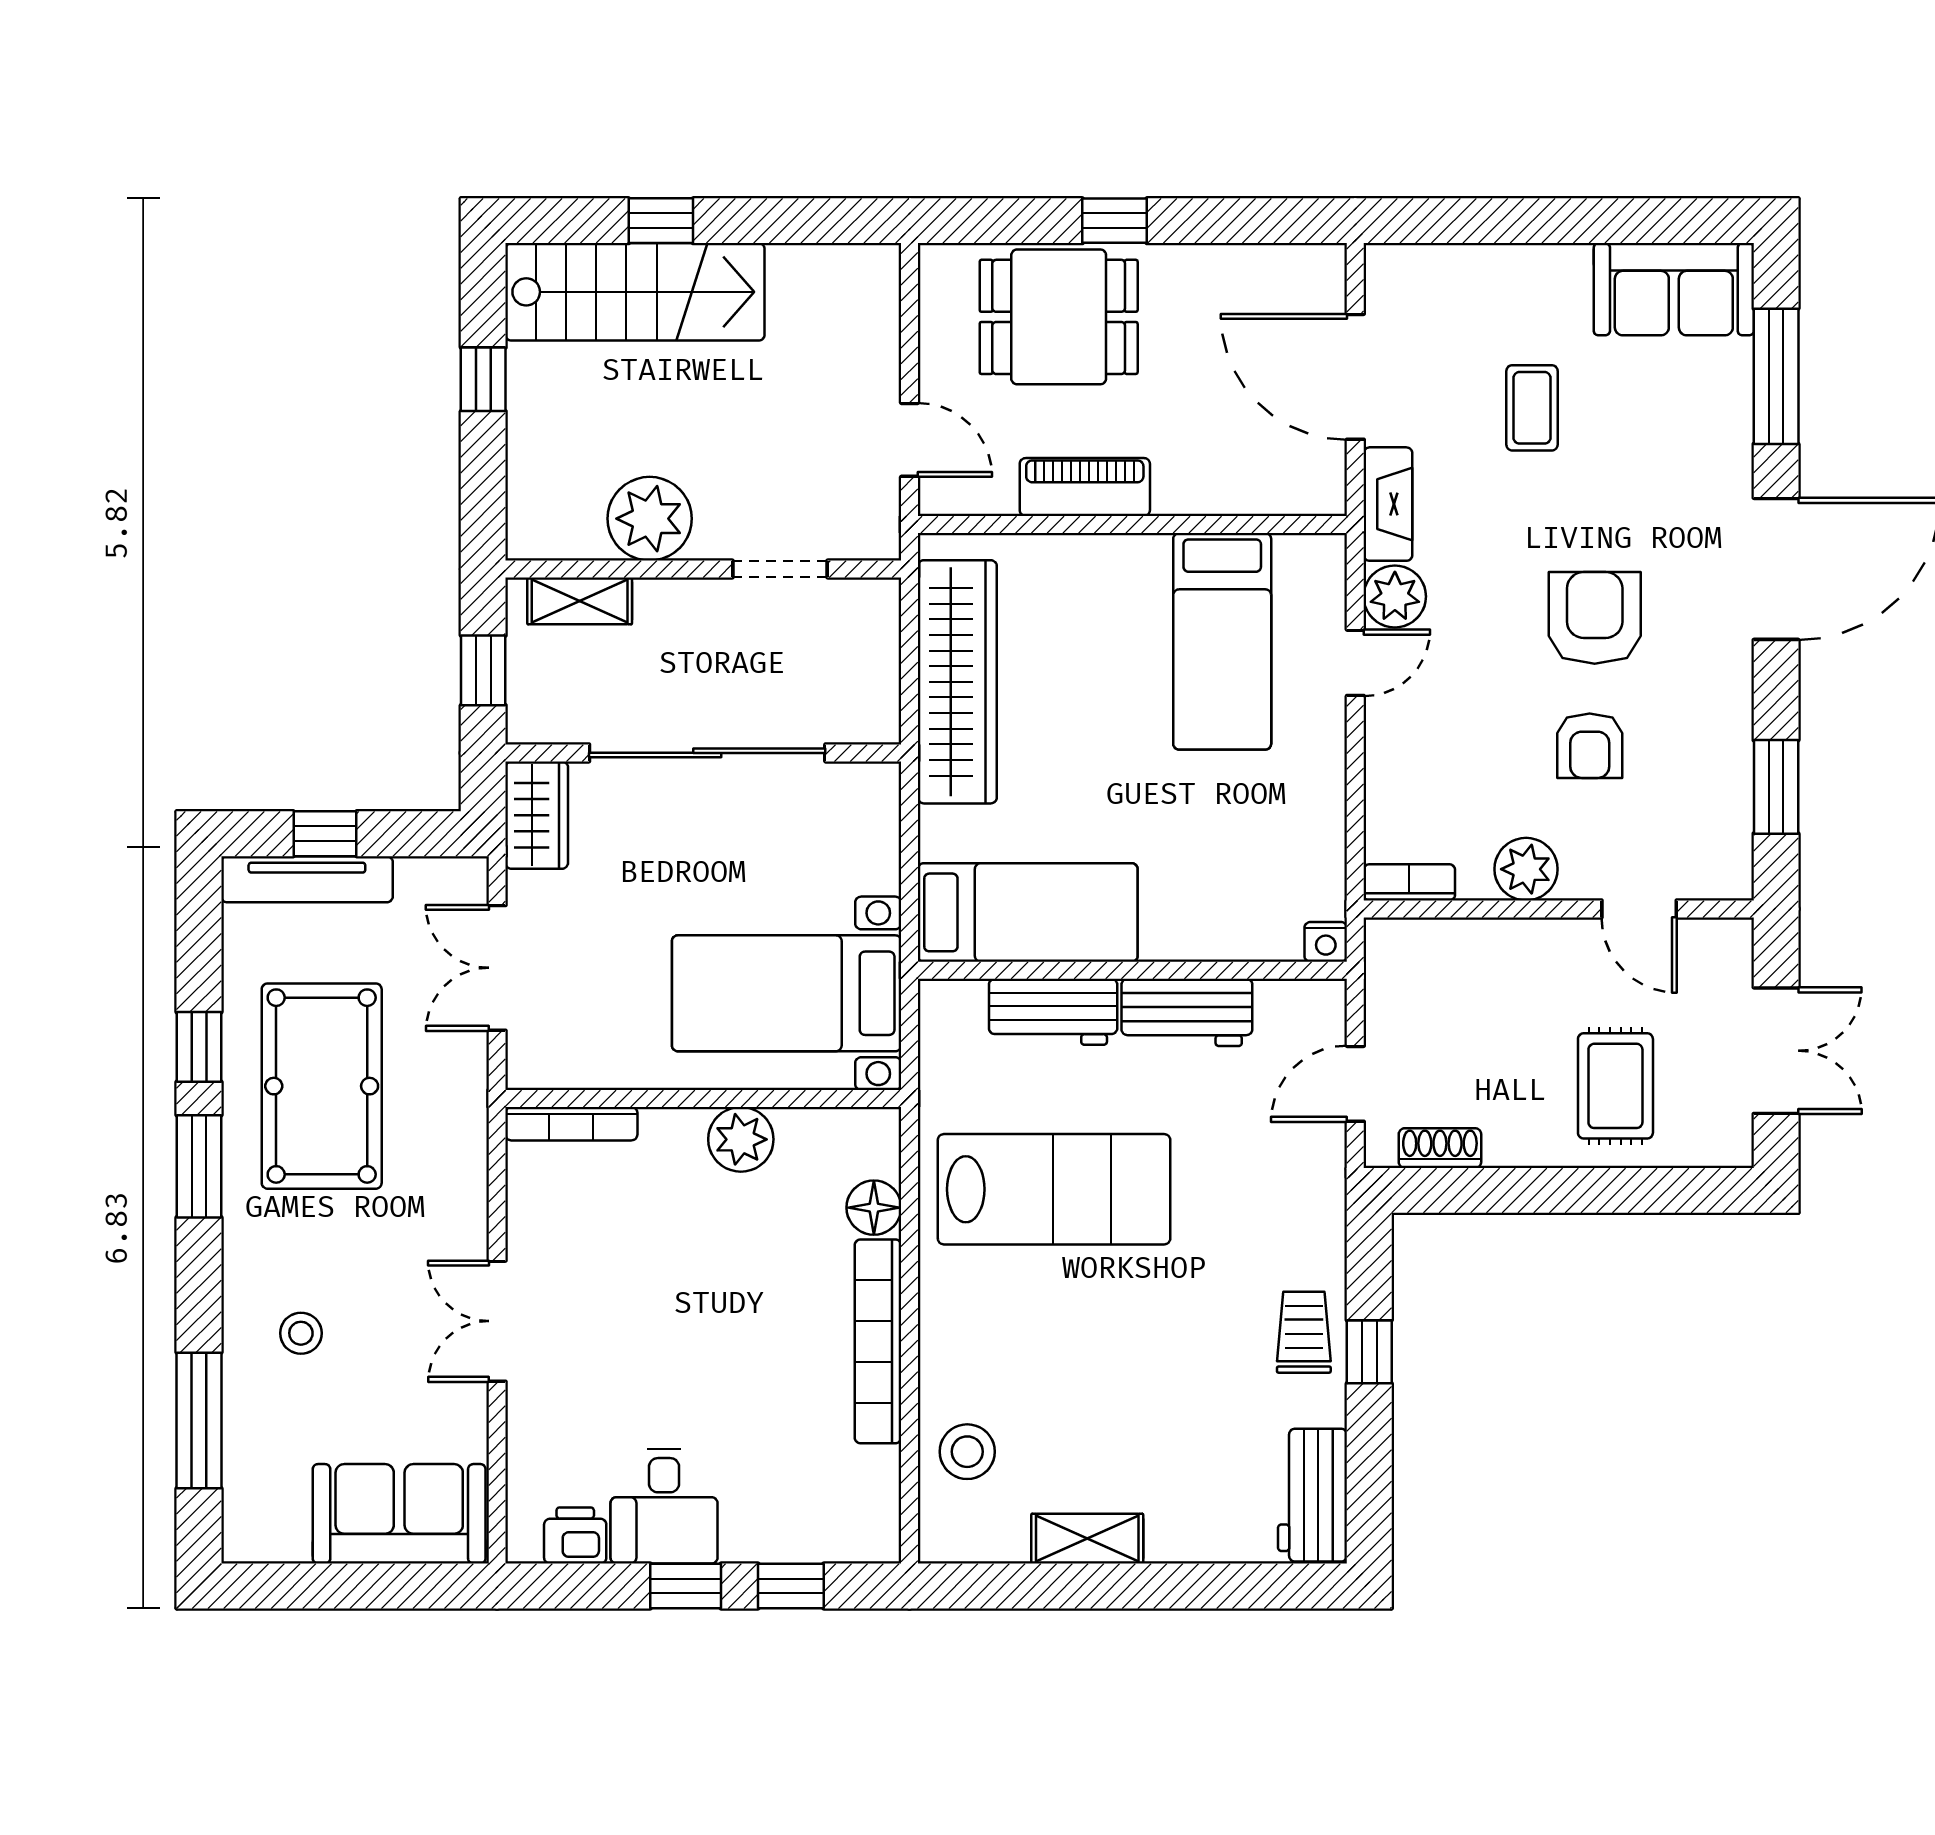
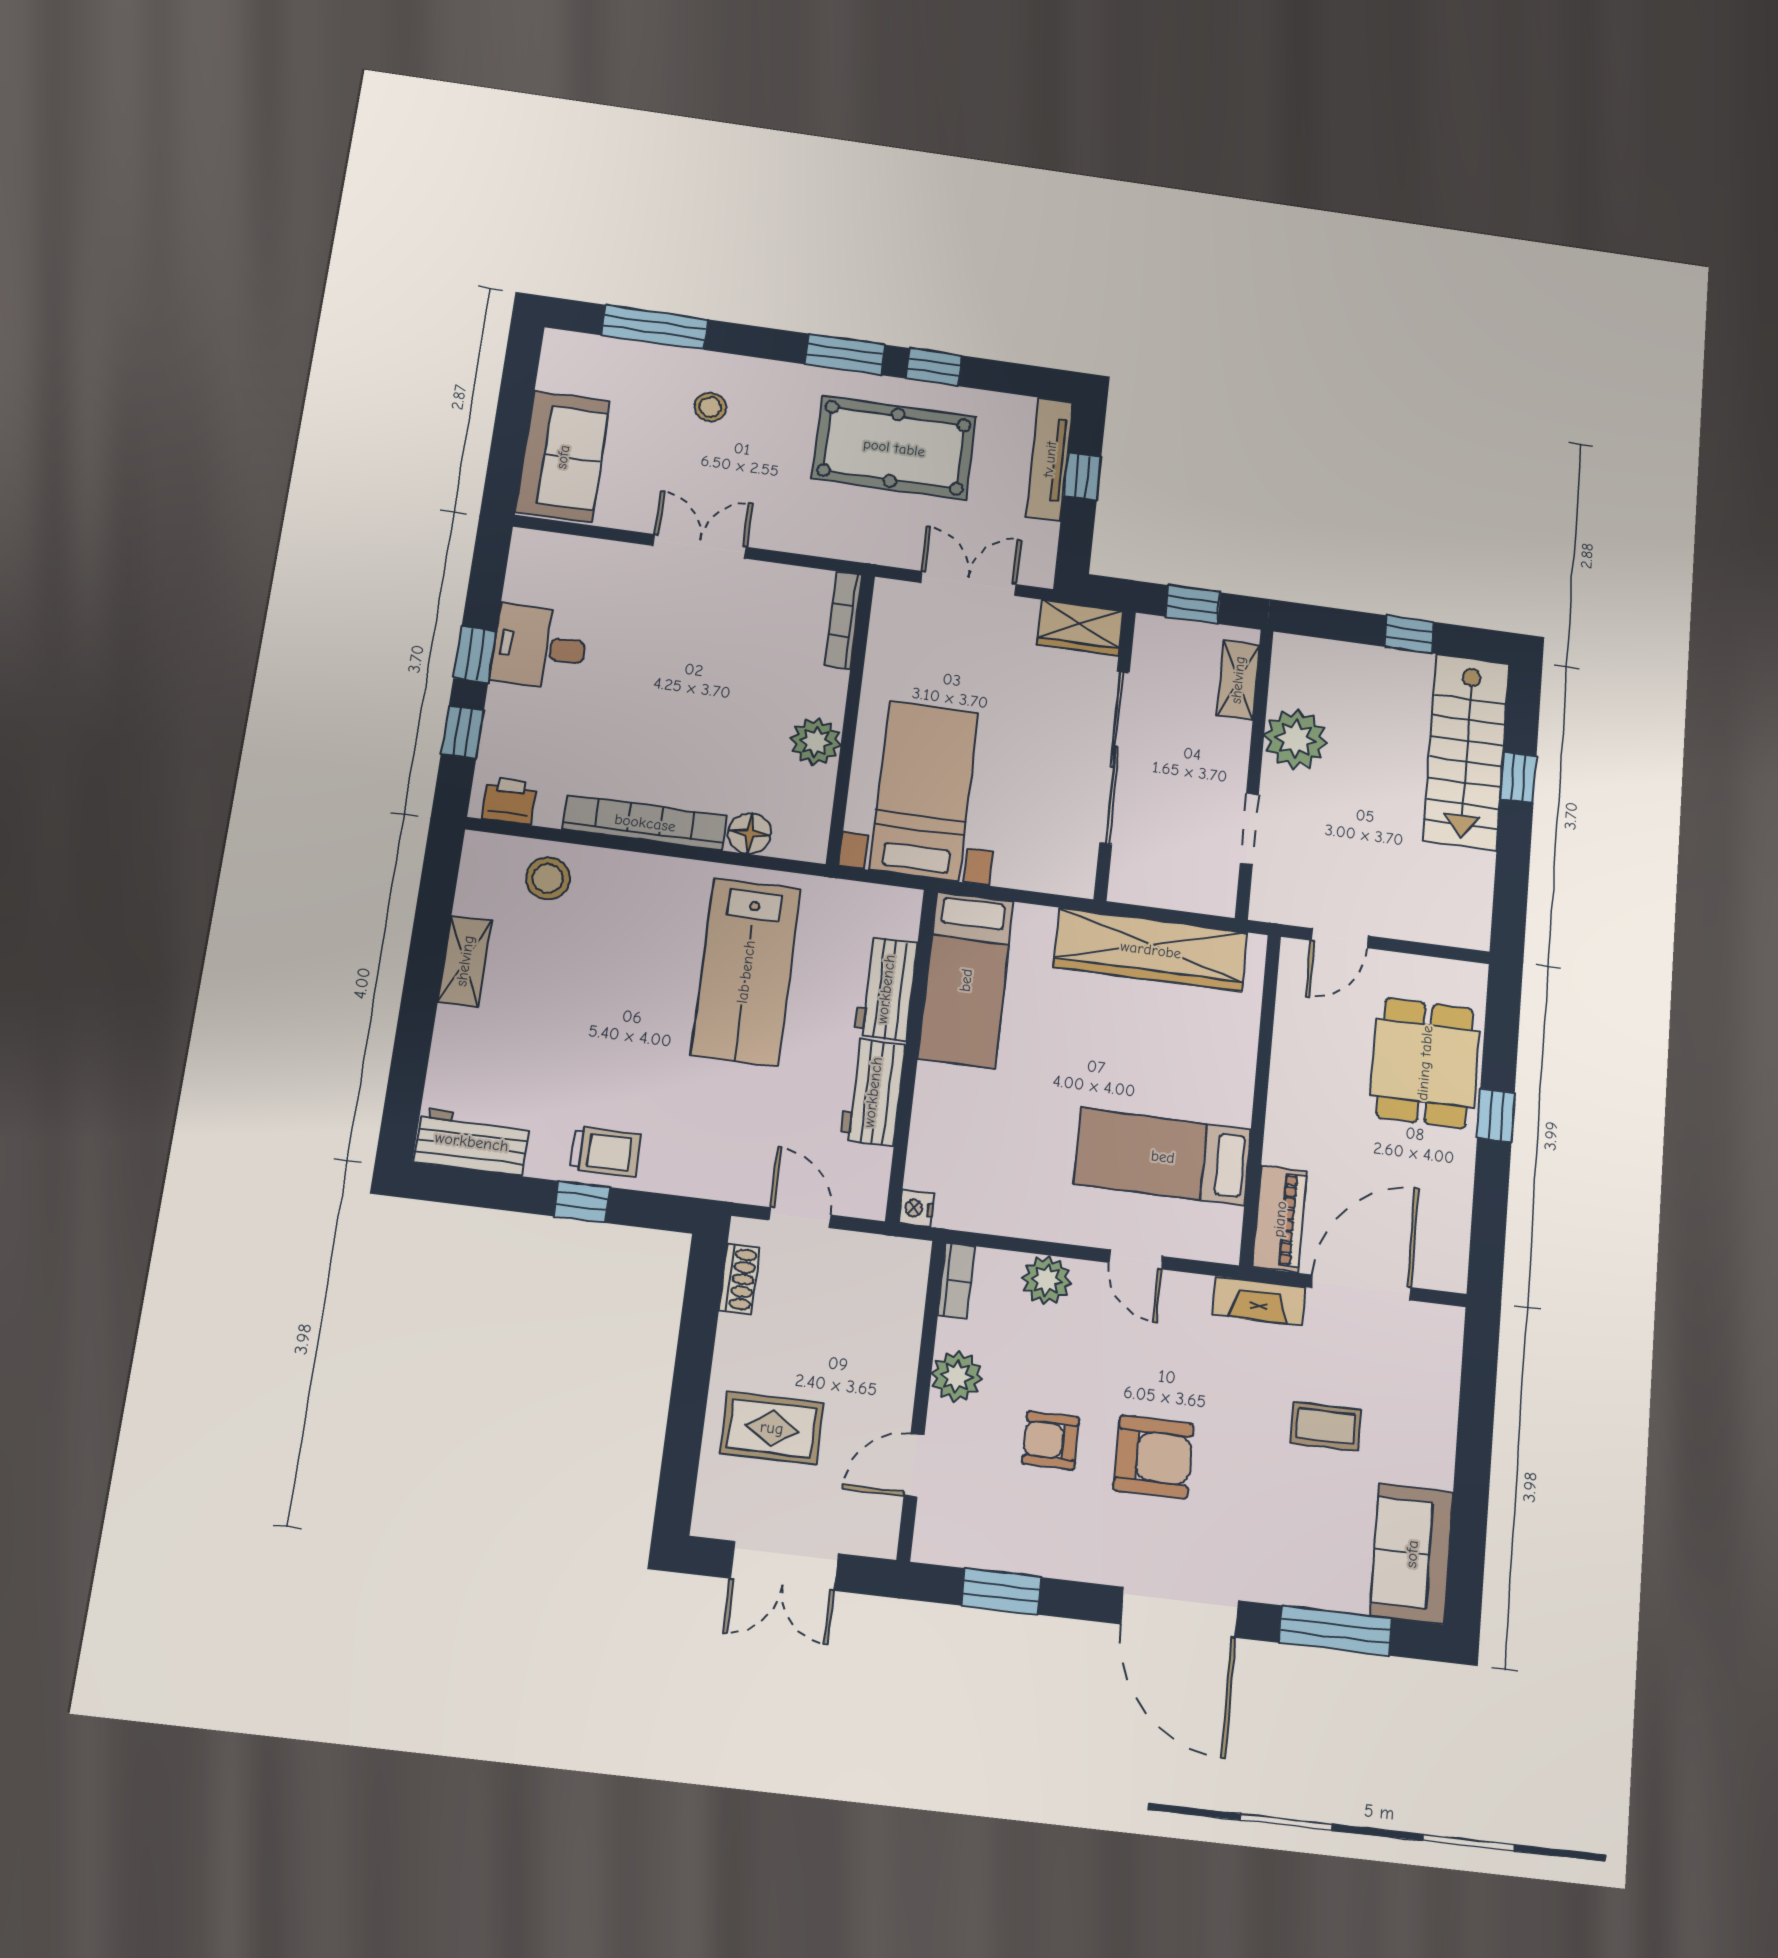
piano: (1085, 487) -> (1280, 1219), moved
plant: (1395, 596) -> (1047, 1280), moved
printer: (575, 1536) -> (509, 801), moved, turned -90

